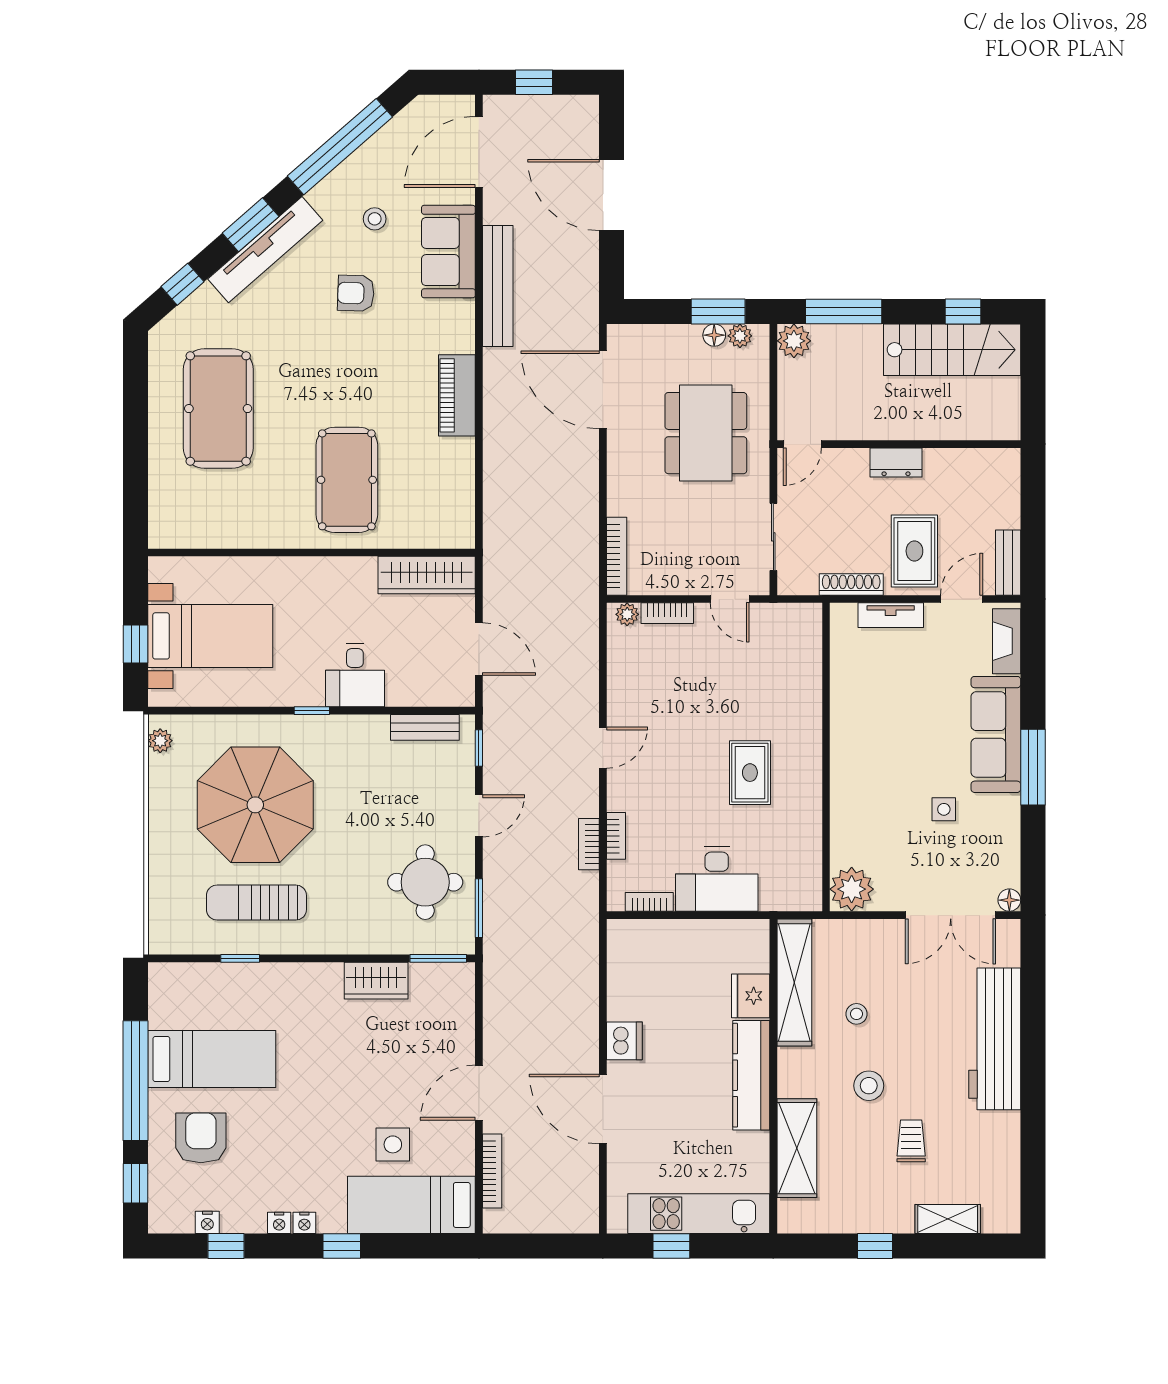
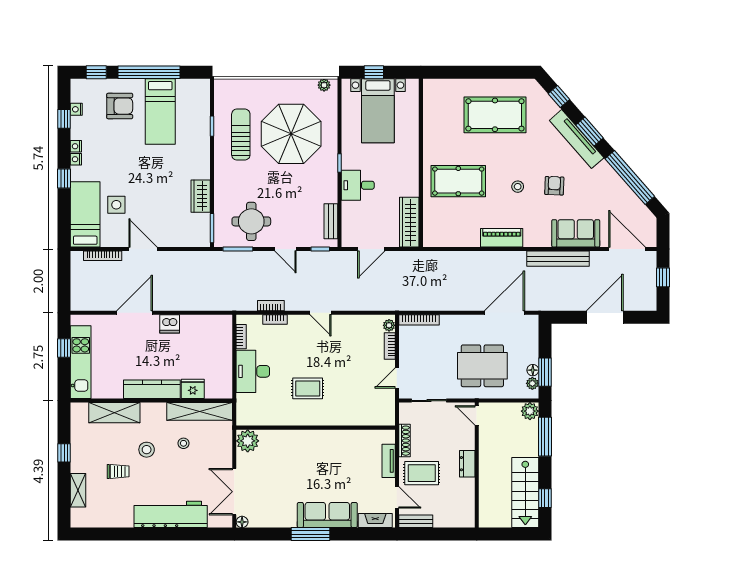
stool: (375, 219) -> (518, 187), moved
side table: (944, 809) -> (289, 488), removed

